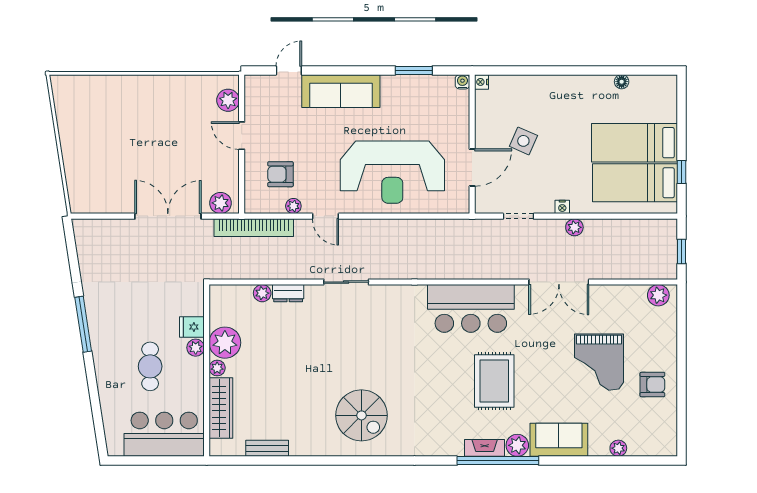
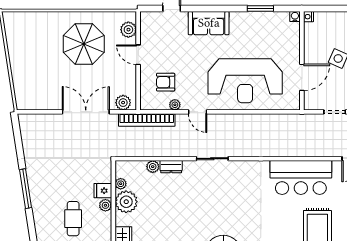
sofa: (341, 91) -> (209, 23), width x0.73
parasol: (165, 120) -> (84, 44), added
plant: (217, 368) -> (121, 184), moved

